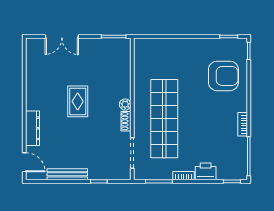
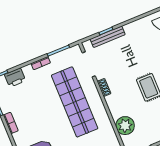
plant: (125, 104) -> (125, 126), moved, width x1.87, depth x1.87
printer: (206, 171) -> (15, 78), moved
bench: (67, 174) -> (108, 37), moved

